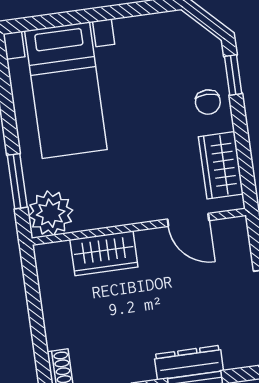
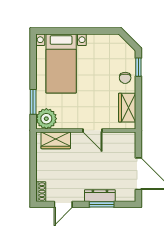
door: (188, 220) -> (92, 130), moved
wardrobe: (104, 253) -> (56, 140), moved

